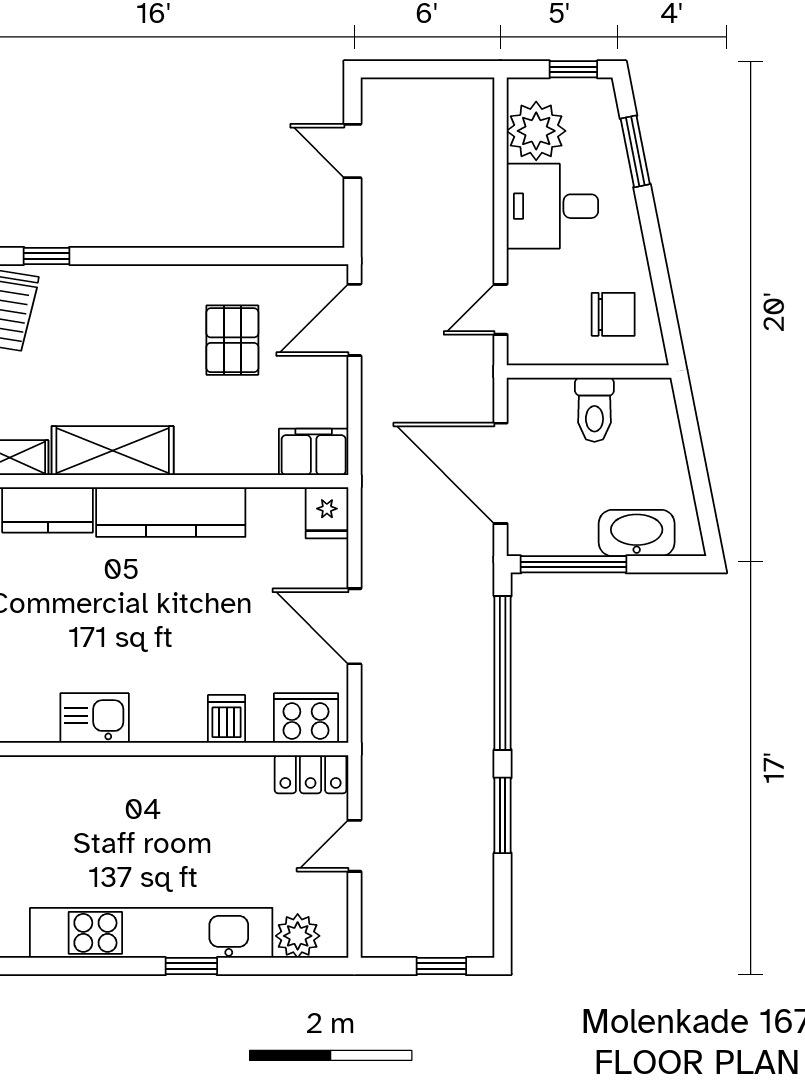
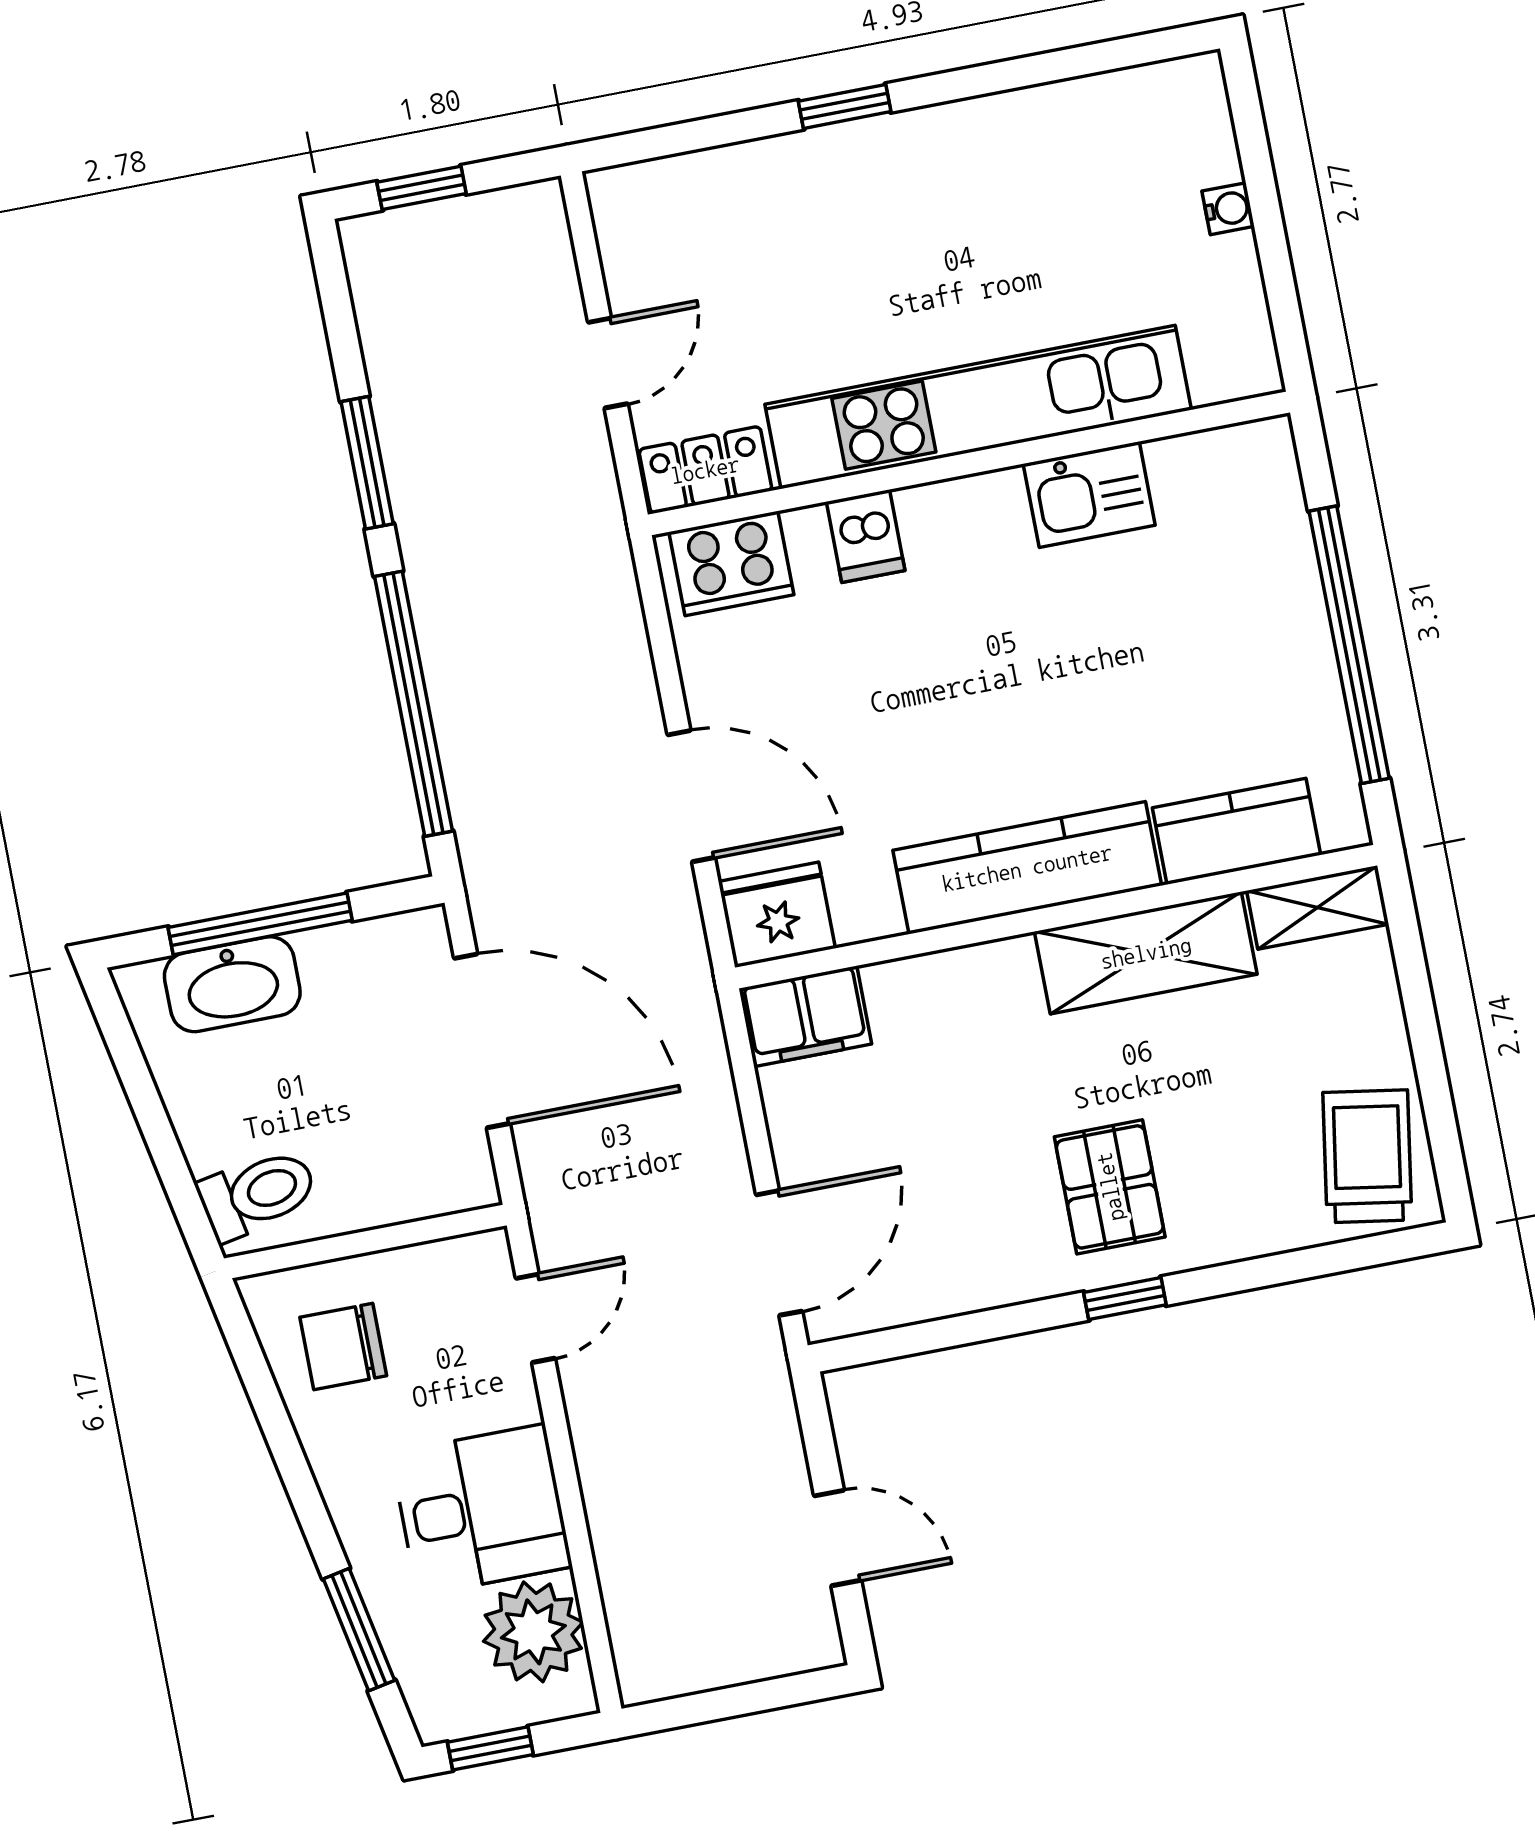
window: (47, 256) -> (1125, 1299), moved
pallet: (232, 340) -> (1110, 1187), moved
toilet: (594, 410) -> (258, 1194), moved, turned 79
fridge: (327, 513) -> (777, 915), width x1.38
window: (574, 564) -> (260, 924), moved
door: (354, 626) -> (691, 796), moved
kitchen unit: (151, 933) -> (978, 407), moved, turned 180
plant: (298, 936) -> (675, 192), removed

